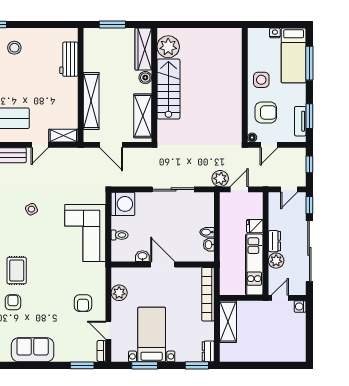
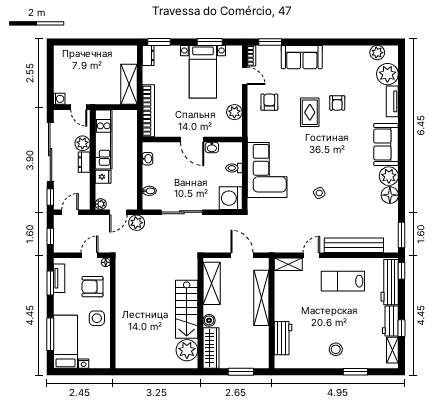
plant: (257, 198) -> (101, 204), added
bidet: (207, 232) -> (149, 191), moved
rug: (17, 271) -> (310, 112), moved
door: (280, 298) -> (79, 107), hinge flipped
sofa: (33, 350) -> (302, 57), moved

